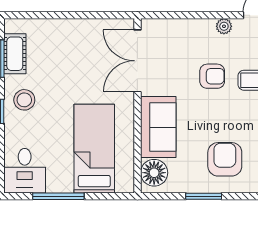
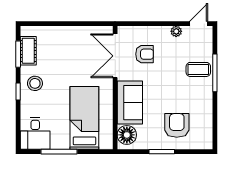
armchair: (212, 76) -> (145, 54), moved

